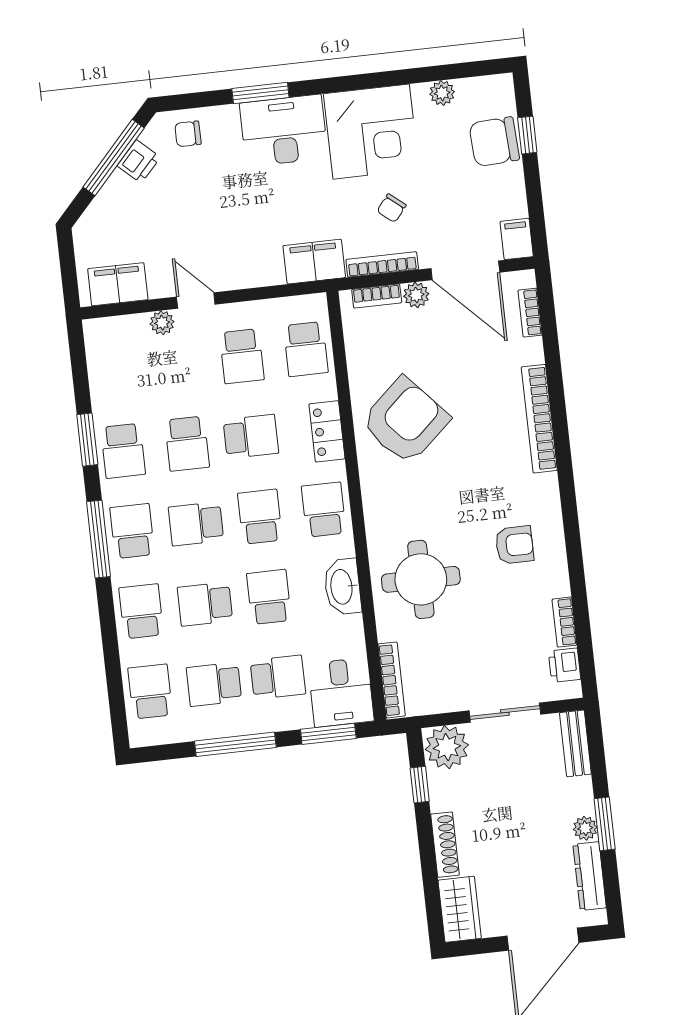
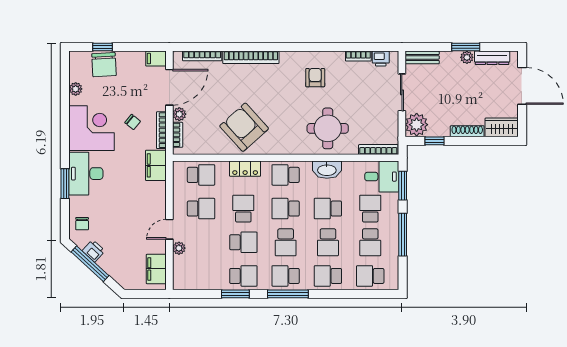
bookcase: (530, 313) -> (202, 56), width x1.56

